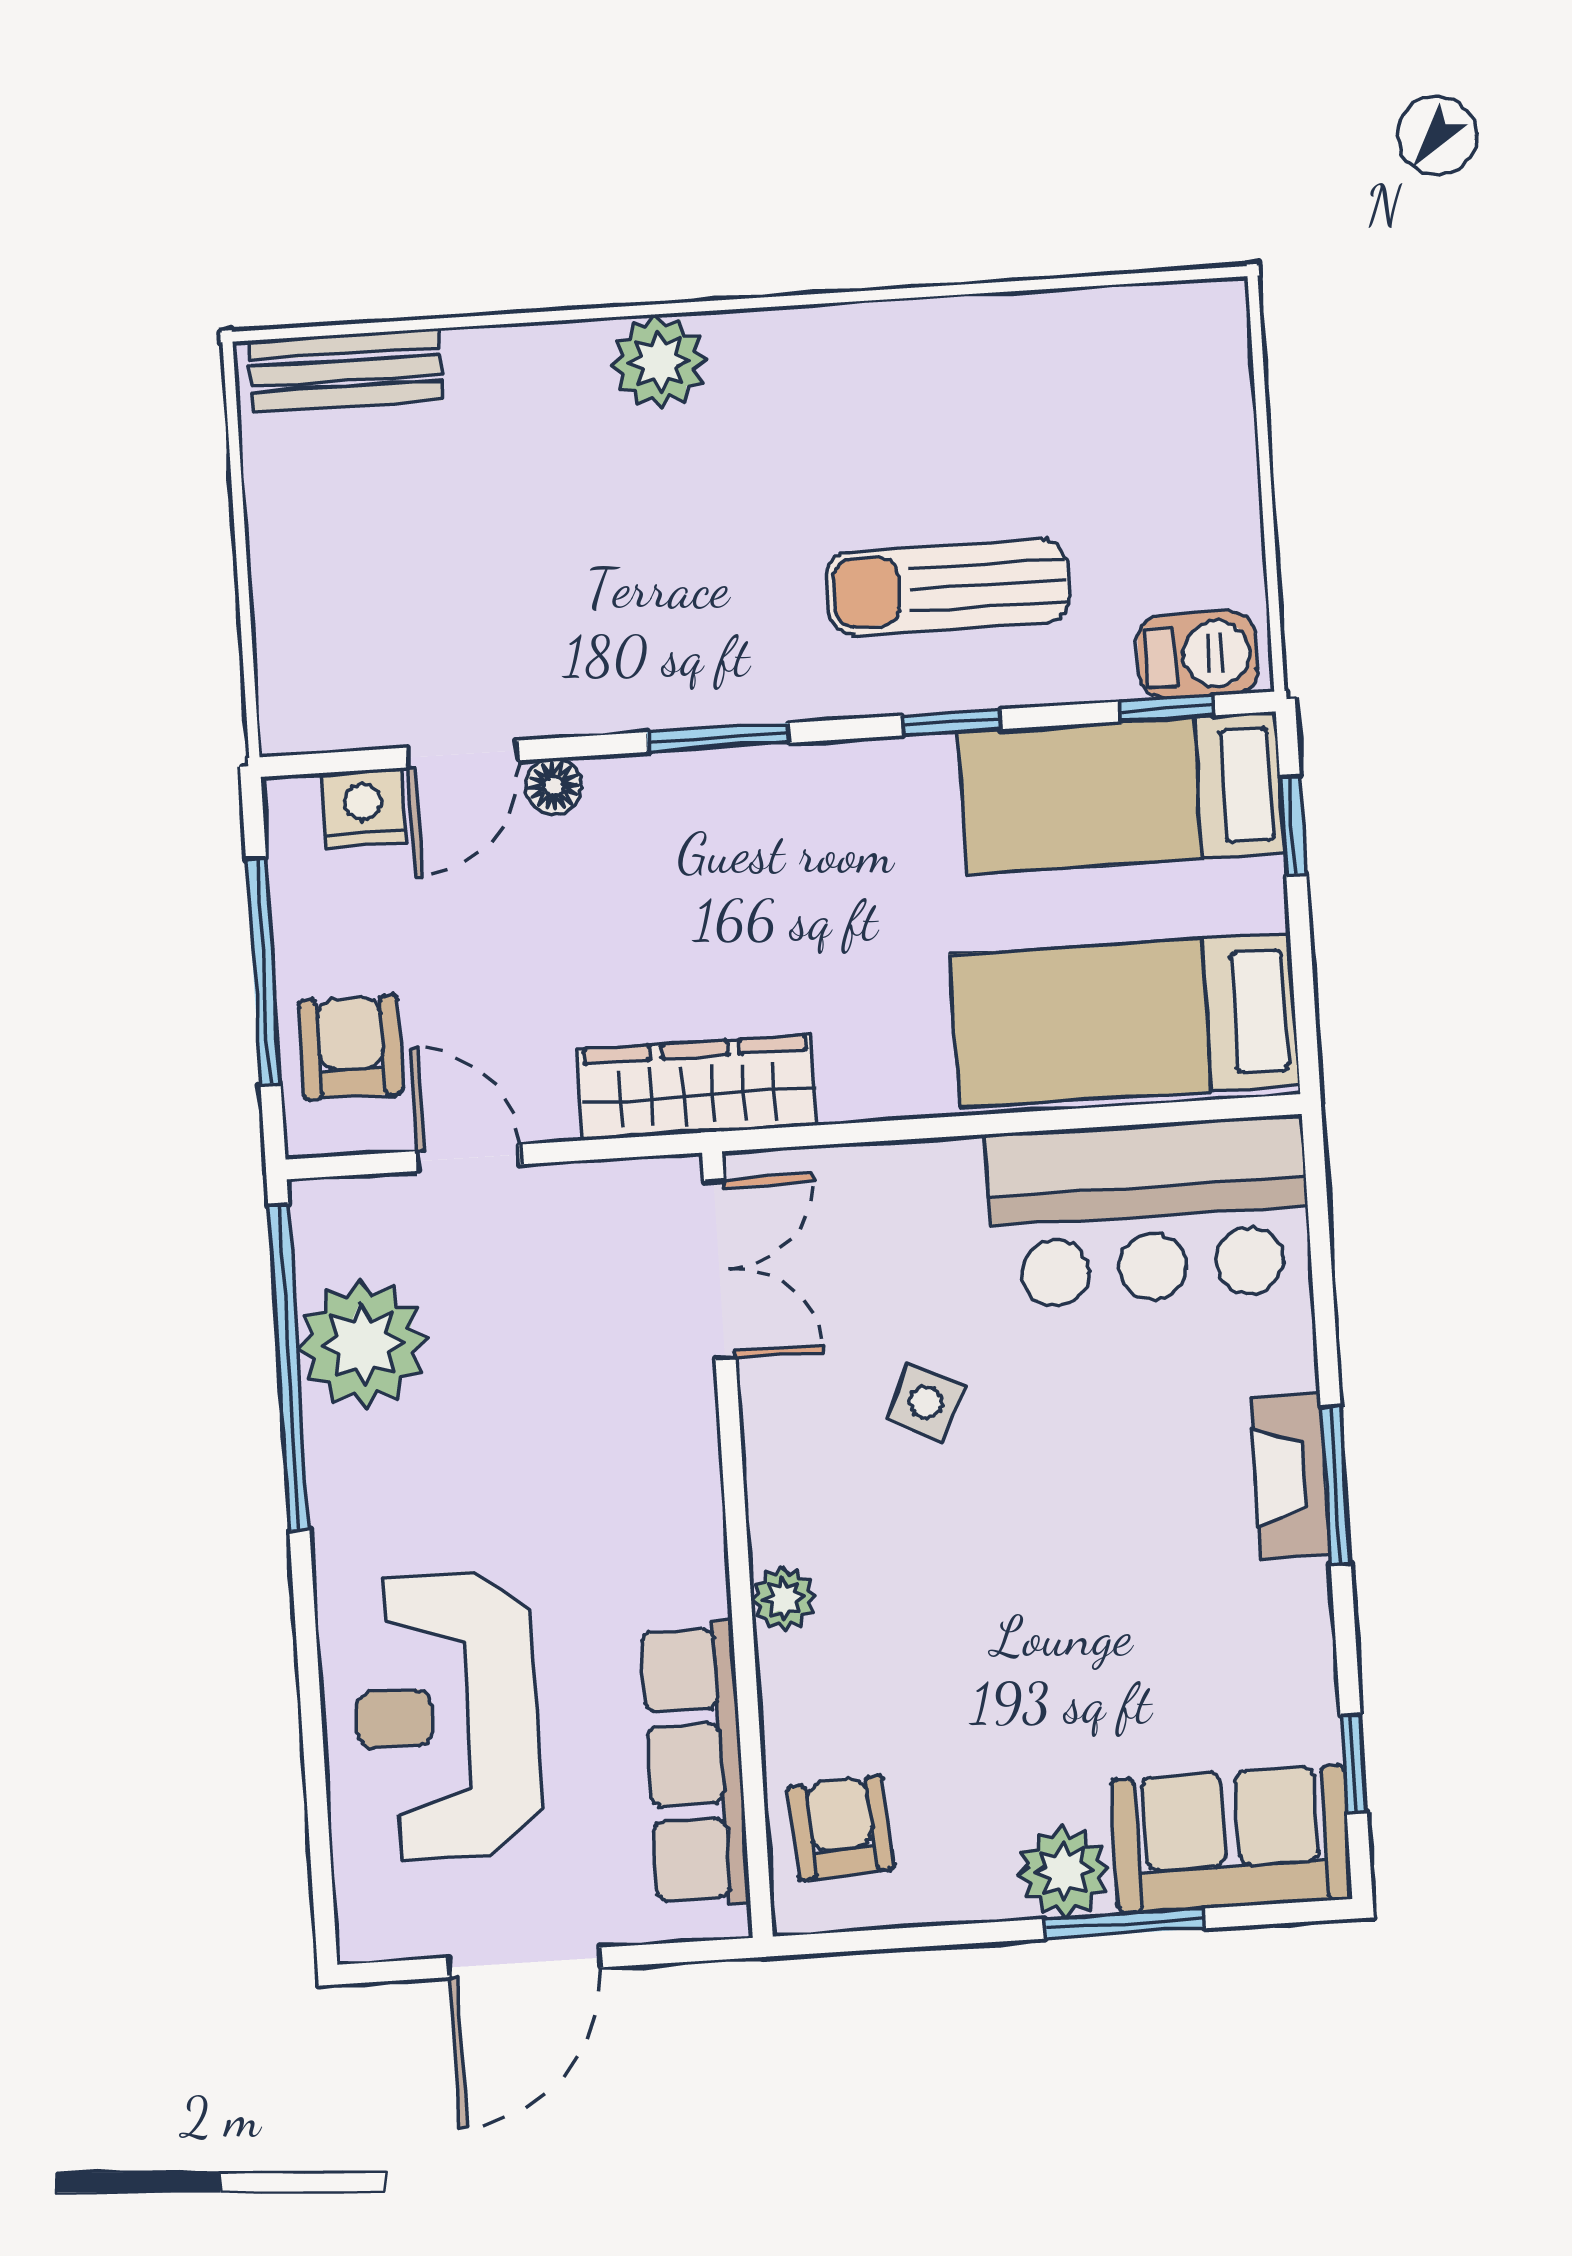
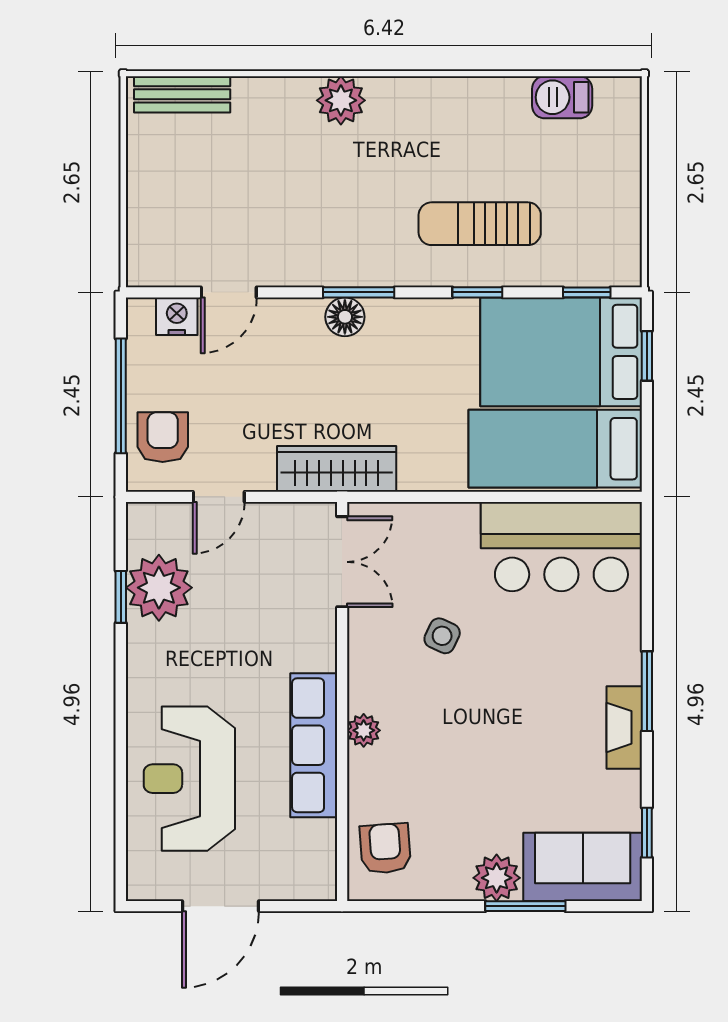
barbecue: (1197, 655) -> (562, 97), moved, turned 180
floor lamp: (554, 786) -> (345, 317), moved, width x1.37, depth x1.37
bed: (1122, 793) -> (561, 352), width x1.50
door: (469, 1158) -> (219, 497), swing flipped
window: (289, 1367) -> (121, 597), width x0.32
fireplace: (1290, 1476) -> (624, 727), moved
row of seats: (696, 1764) -> (314, 745), moved

